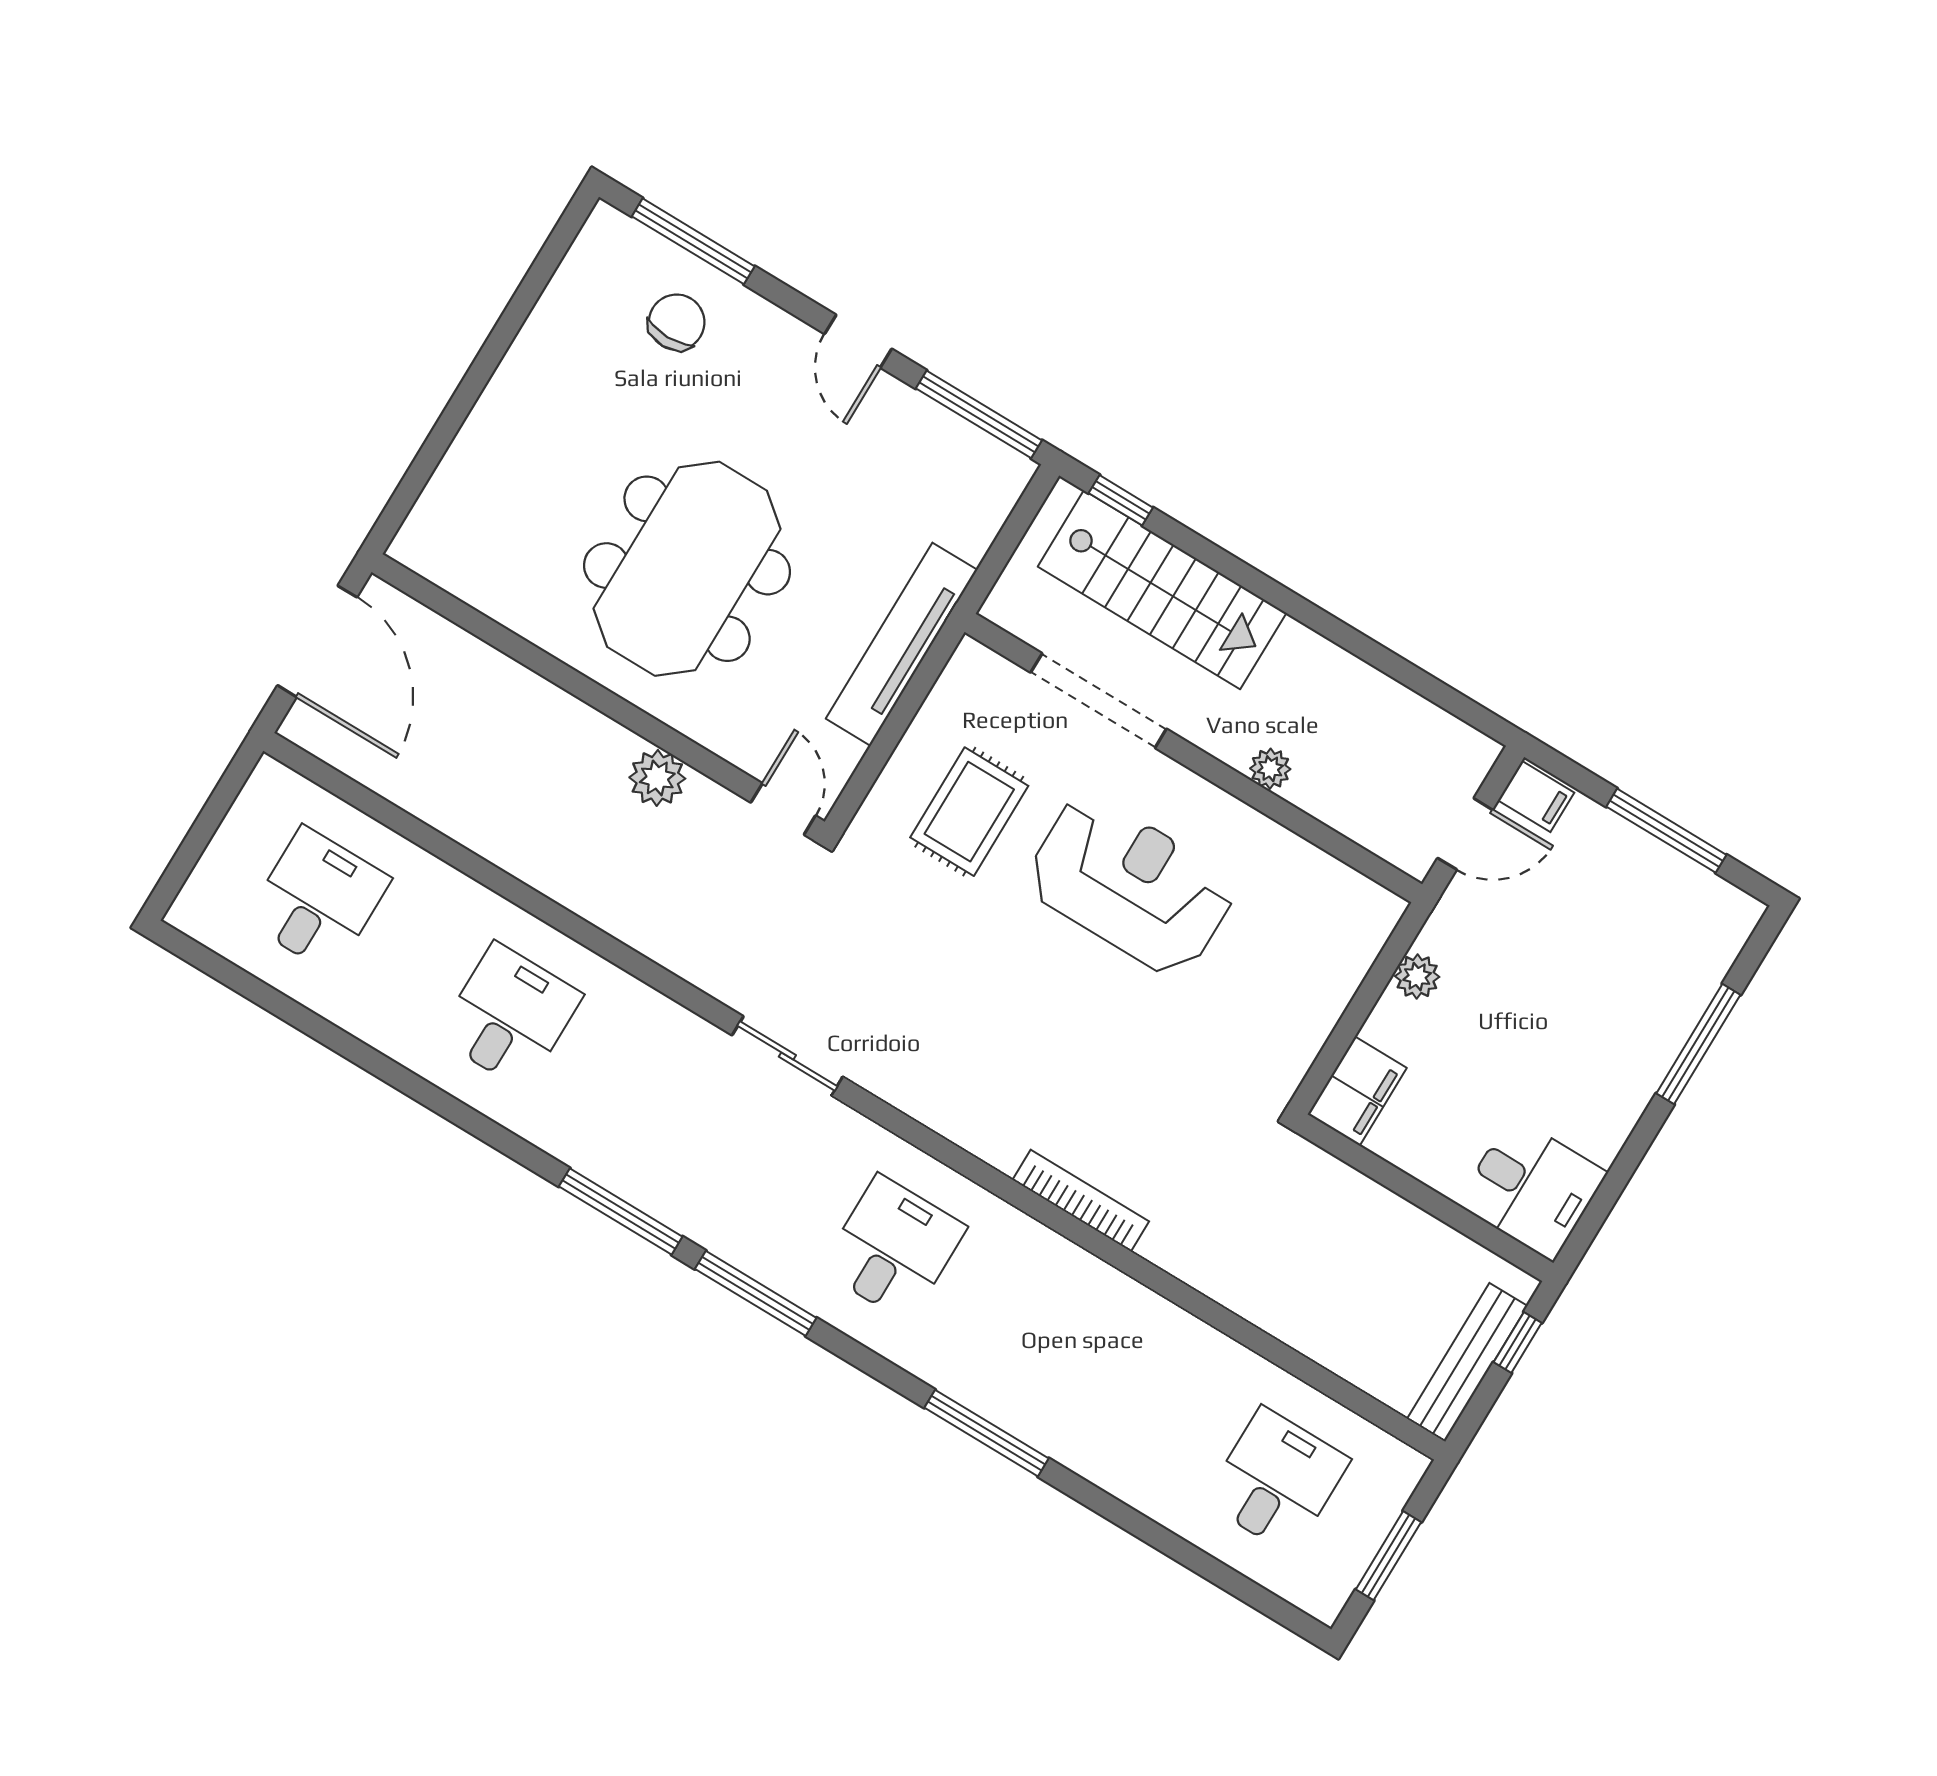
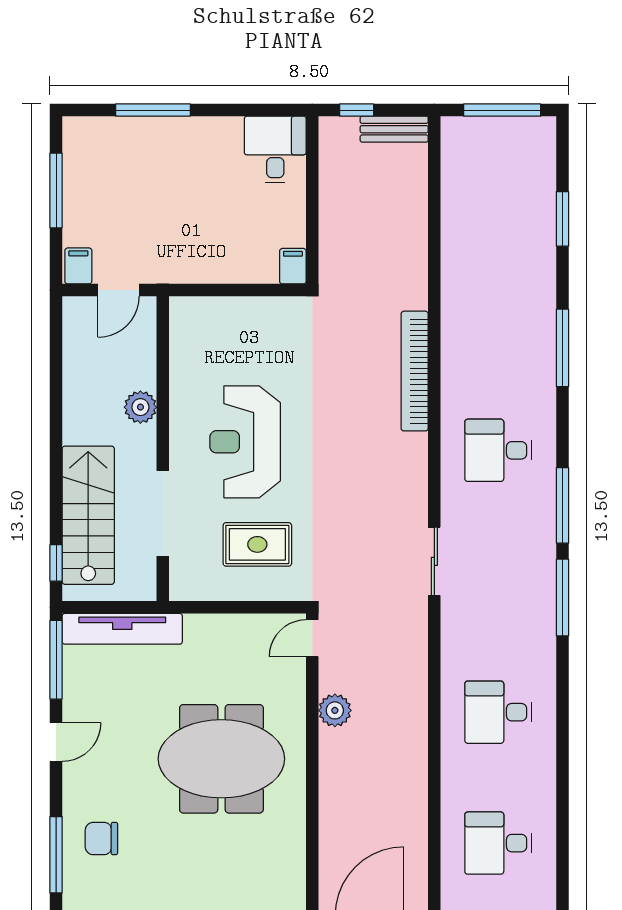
tv unit: (902, 644) -> (122, 629), moved
plant: (1270, 769) -> (140, 407), width x1.38, depth x1.38
door: (1465, 834) -> (118, 290), swing flipped
plant: (1417, 977) -> (204, 271), removed
filing cabinet: (1357, 1091) -> (293, 266), width x0.50
bookcase: (1081, 1201) -> (415, 371), width x1.48, depth x1.31
bench: (1467, 1362) -> (394, 129), width x0.73
desk: (1277, 1481) -> (498, 188), removed
window: (1175, 1548) -> (562, 219), added
window: (1388, 1556) -> (502, 110), width x1.44

